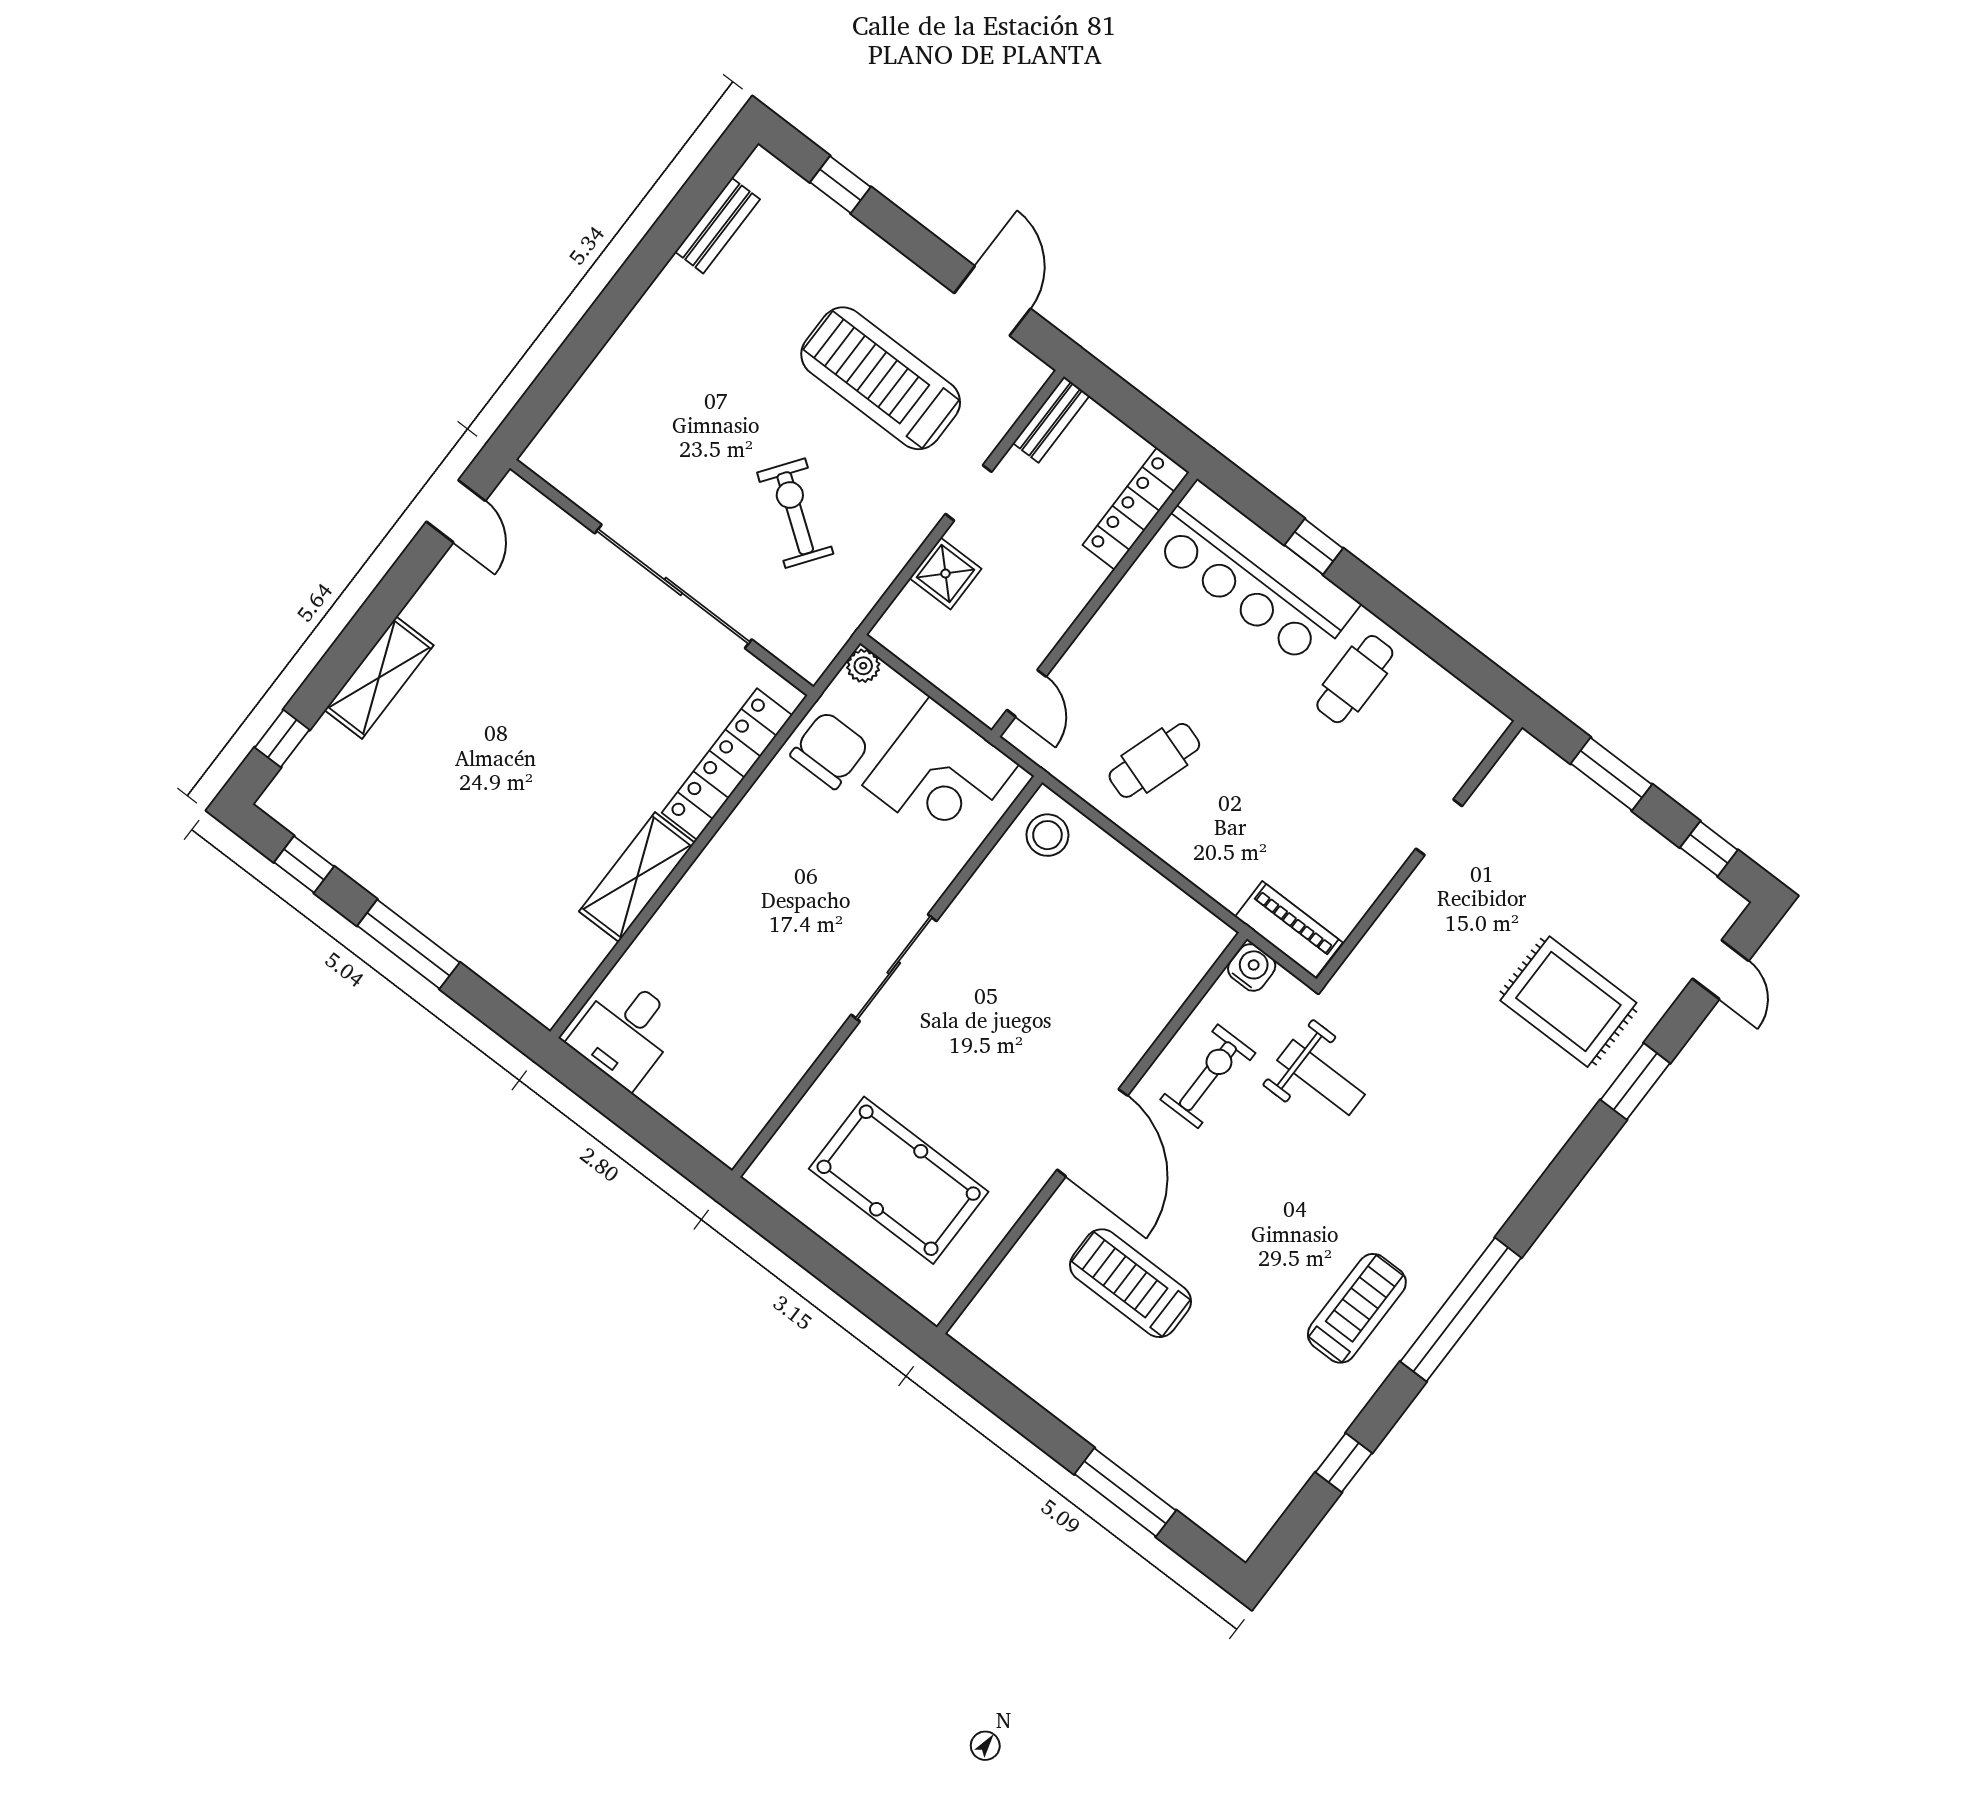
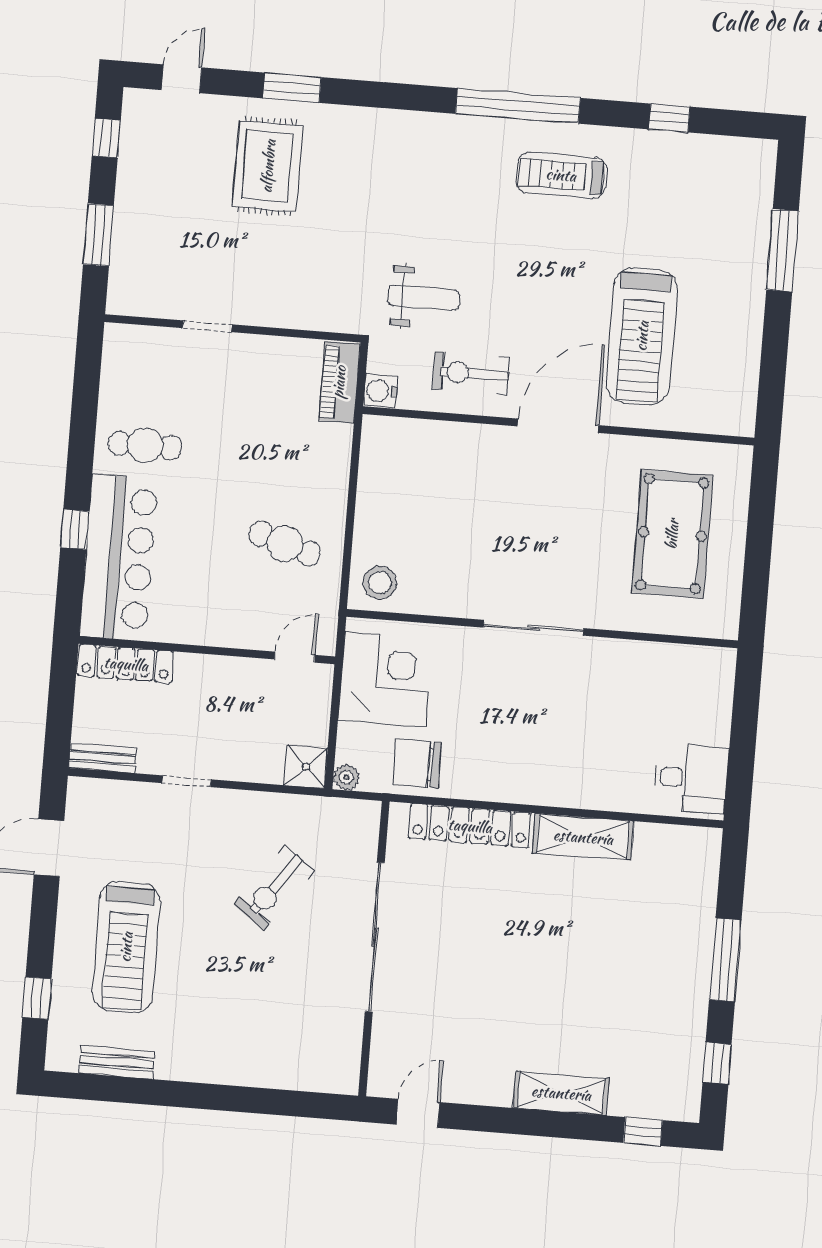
treadmill: (881, 378) -> (126, 947), moved
shower: (945, 574) -> (306, 767), moved
weight bench: (1321, 1077) -> (424, 298), turned 90
treadmill: (1130, 1283) -> (642, 336), width x1.37, depth x1.38

